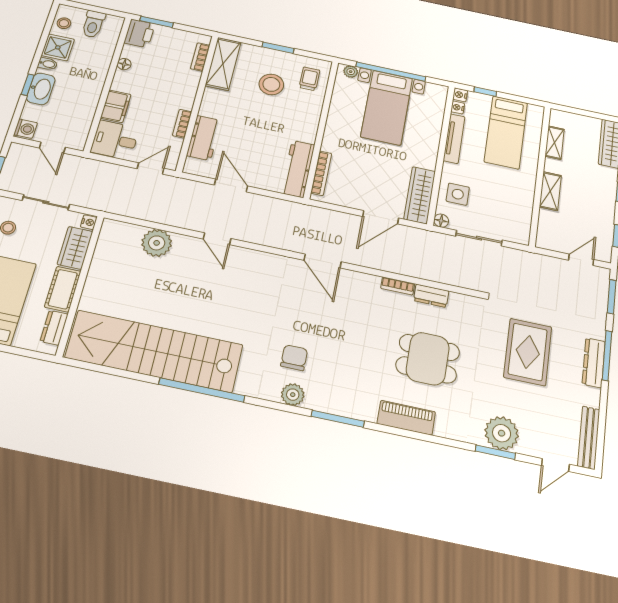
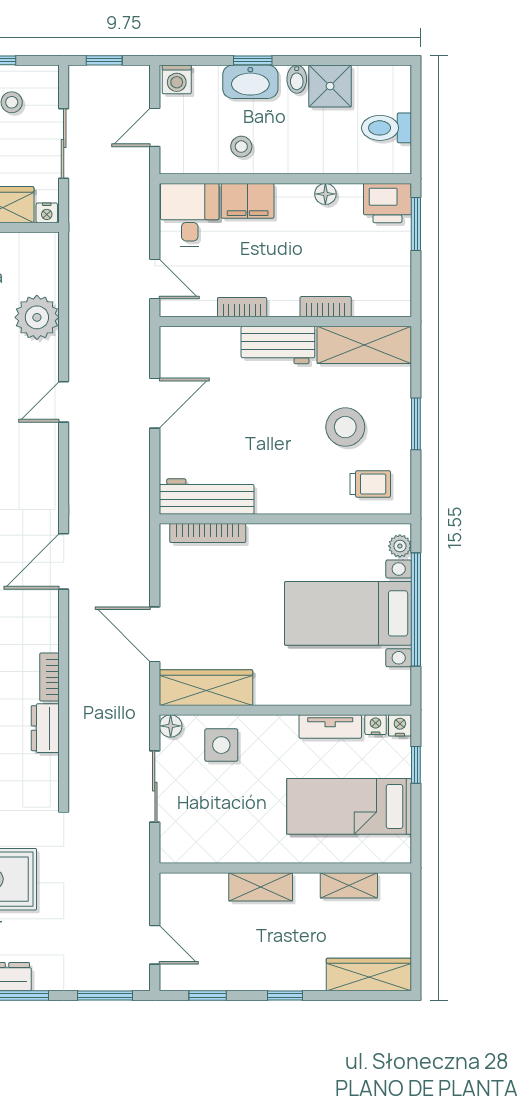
stool: (64, 23) -> (241, 147), moved
bookcase: (200, 57) -> (326, 307), moved
workbench: (204, 138) -> (278, 345), moved
tv unit: (454, 139) -> (330, 727), width x0.71

